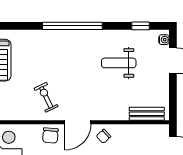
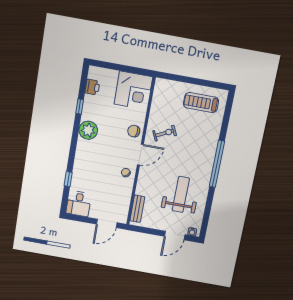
window: (140, 26) -> (206, 216), removed
weight bench: (119, 63) -> (181, 194), width x1.36, depth x1.33
door: (78, 122) -> (140, 155), swing flipped

